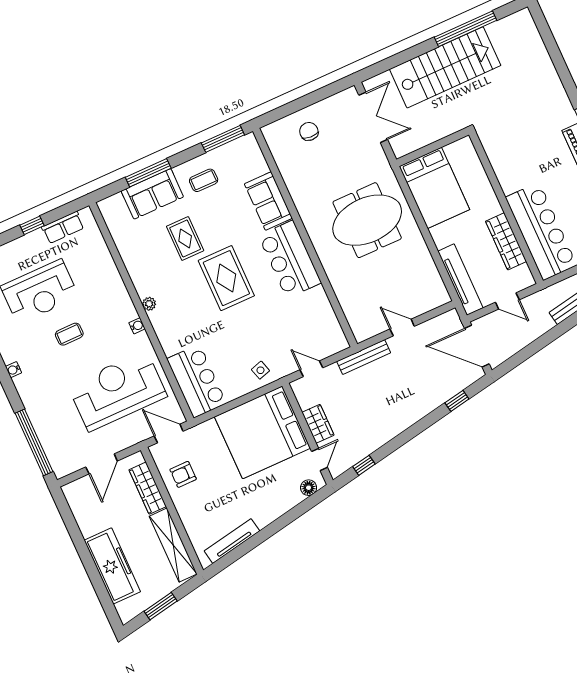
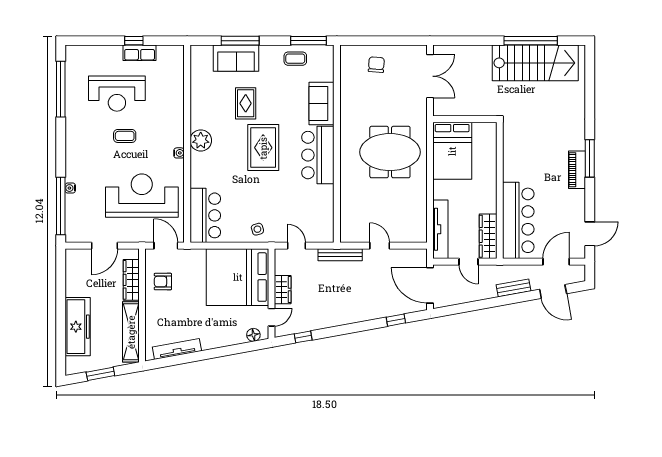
stairs: (445, 67) -> (535, 63), moved
coffee table: (204, 180) -> (295, 59), moved
row of seats: (63, 227) -> (140, 53), moved
wardrobe: (506, 241) -> (488, 236), moved
plant: (149, 304) -> (201, 140), width x1.87, depth x1.87
water cooler: (14, 370) -> (70, 188), moved

